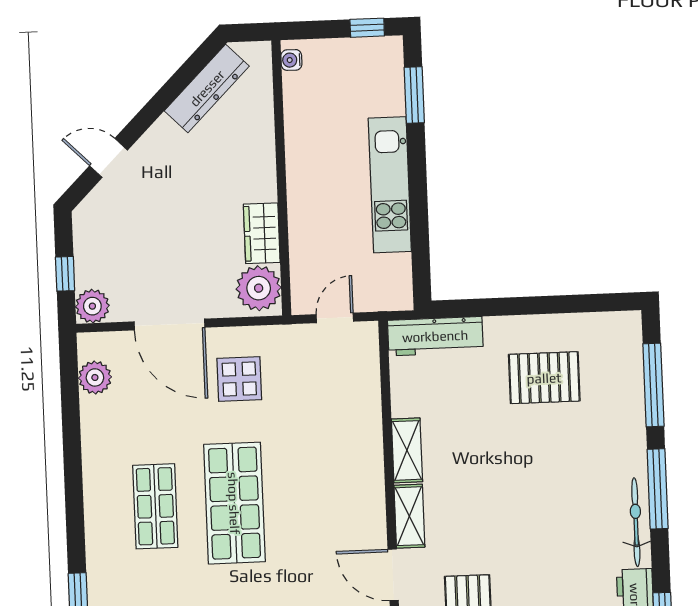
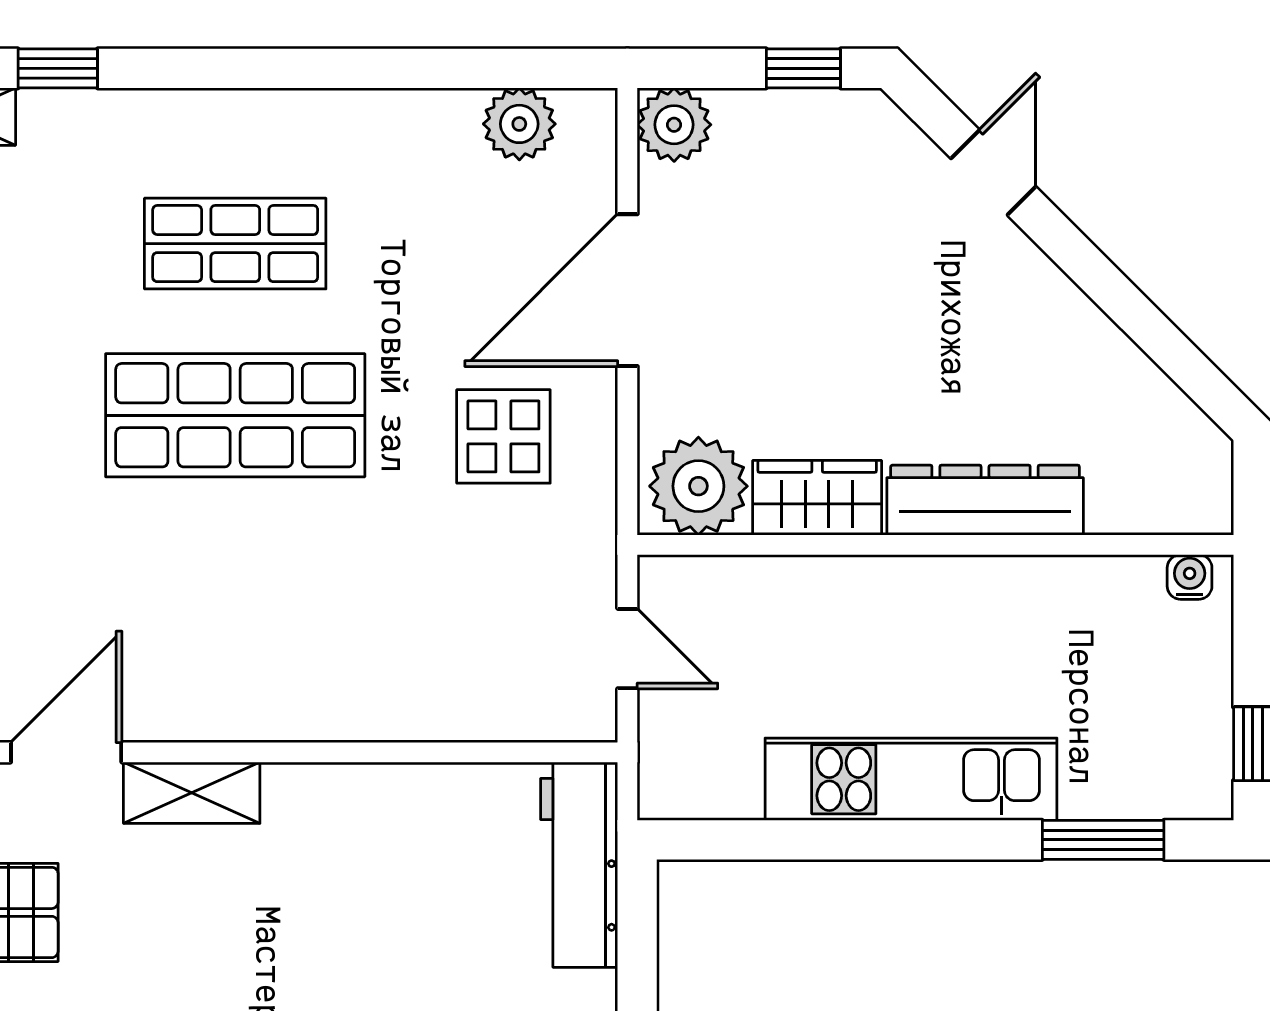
dresser: (207, 88) -> (985, 500), moved, turned 135
window: (65, 274) -> (803, 68), moved
shelving: (407, 450) -> (334, 793), removed

